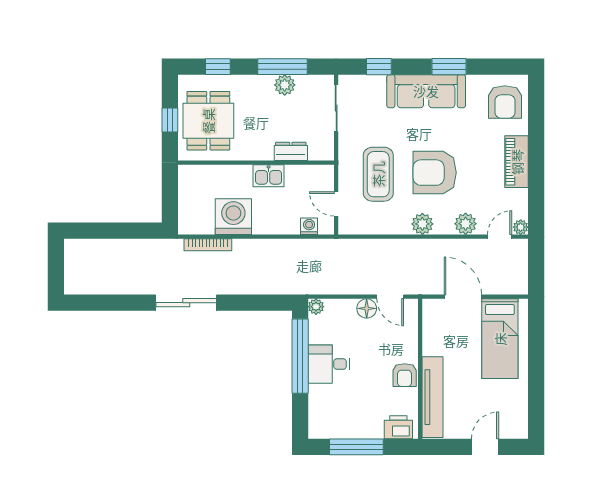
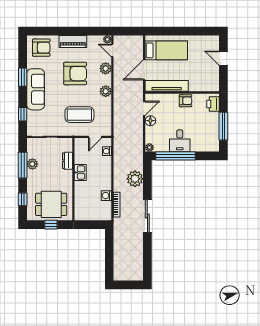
armchair: (435, 173) -> (75, 74), moved, turned -90
washing machine: (233, 217) -> (106, 196), width x0.53, depth x0.53
plant: (257, 279) -> (135, 179), added
tv unit: (432, 397) -> (167, 86), moved

